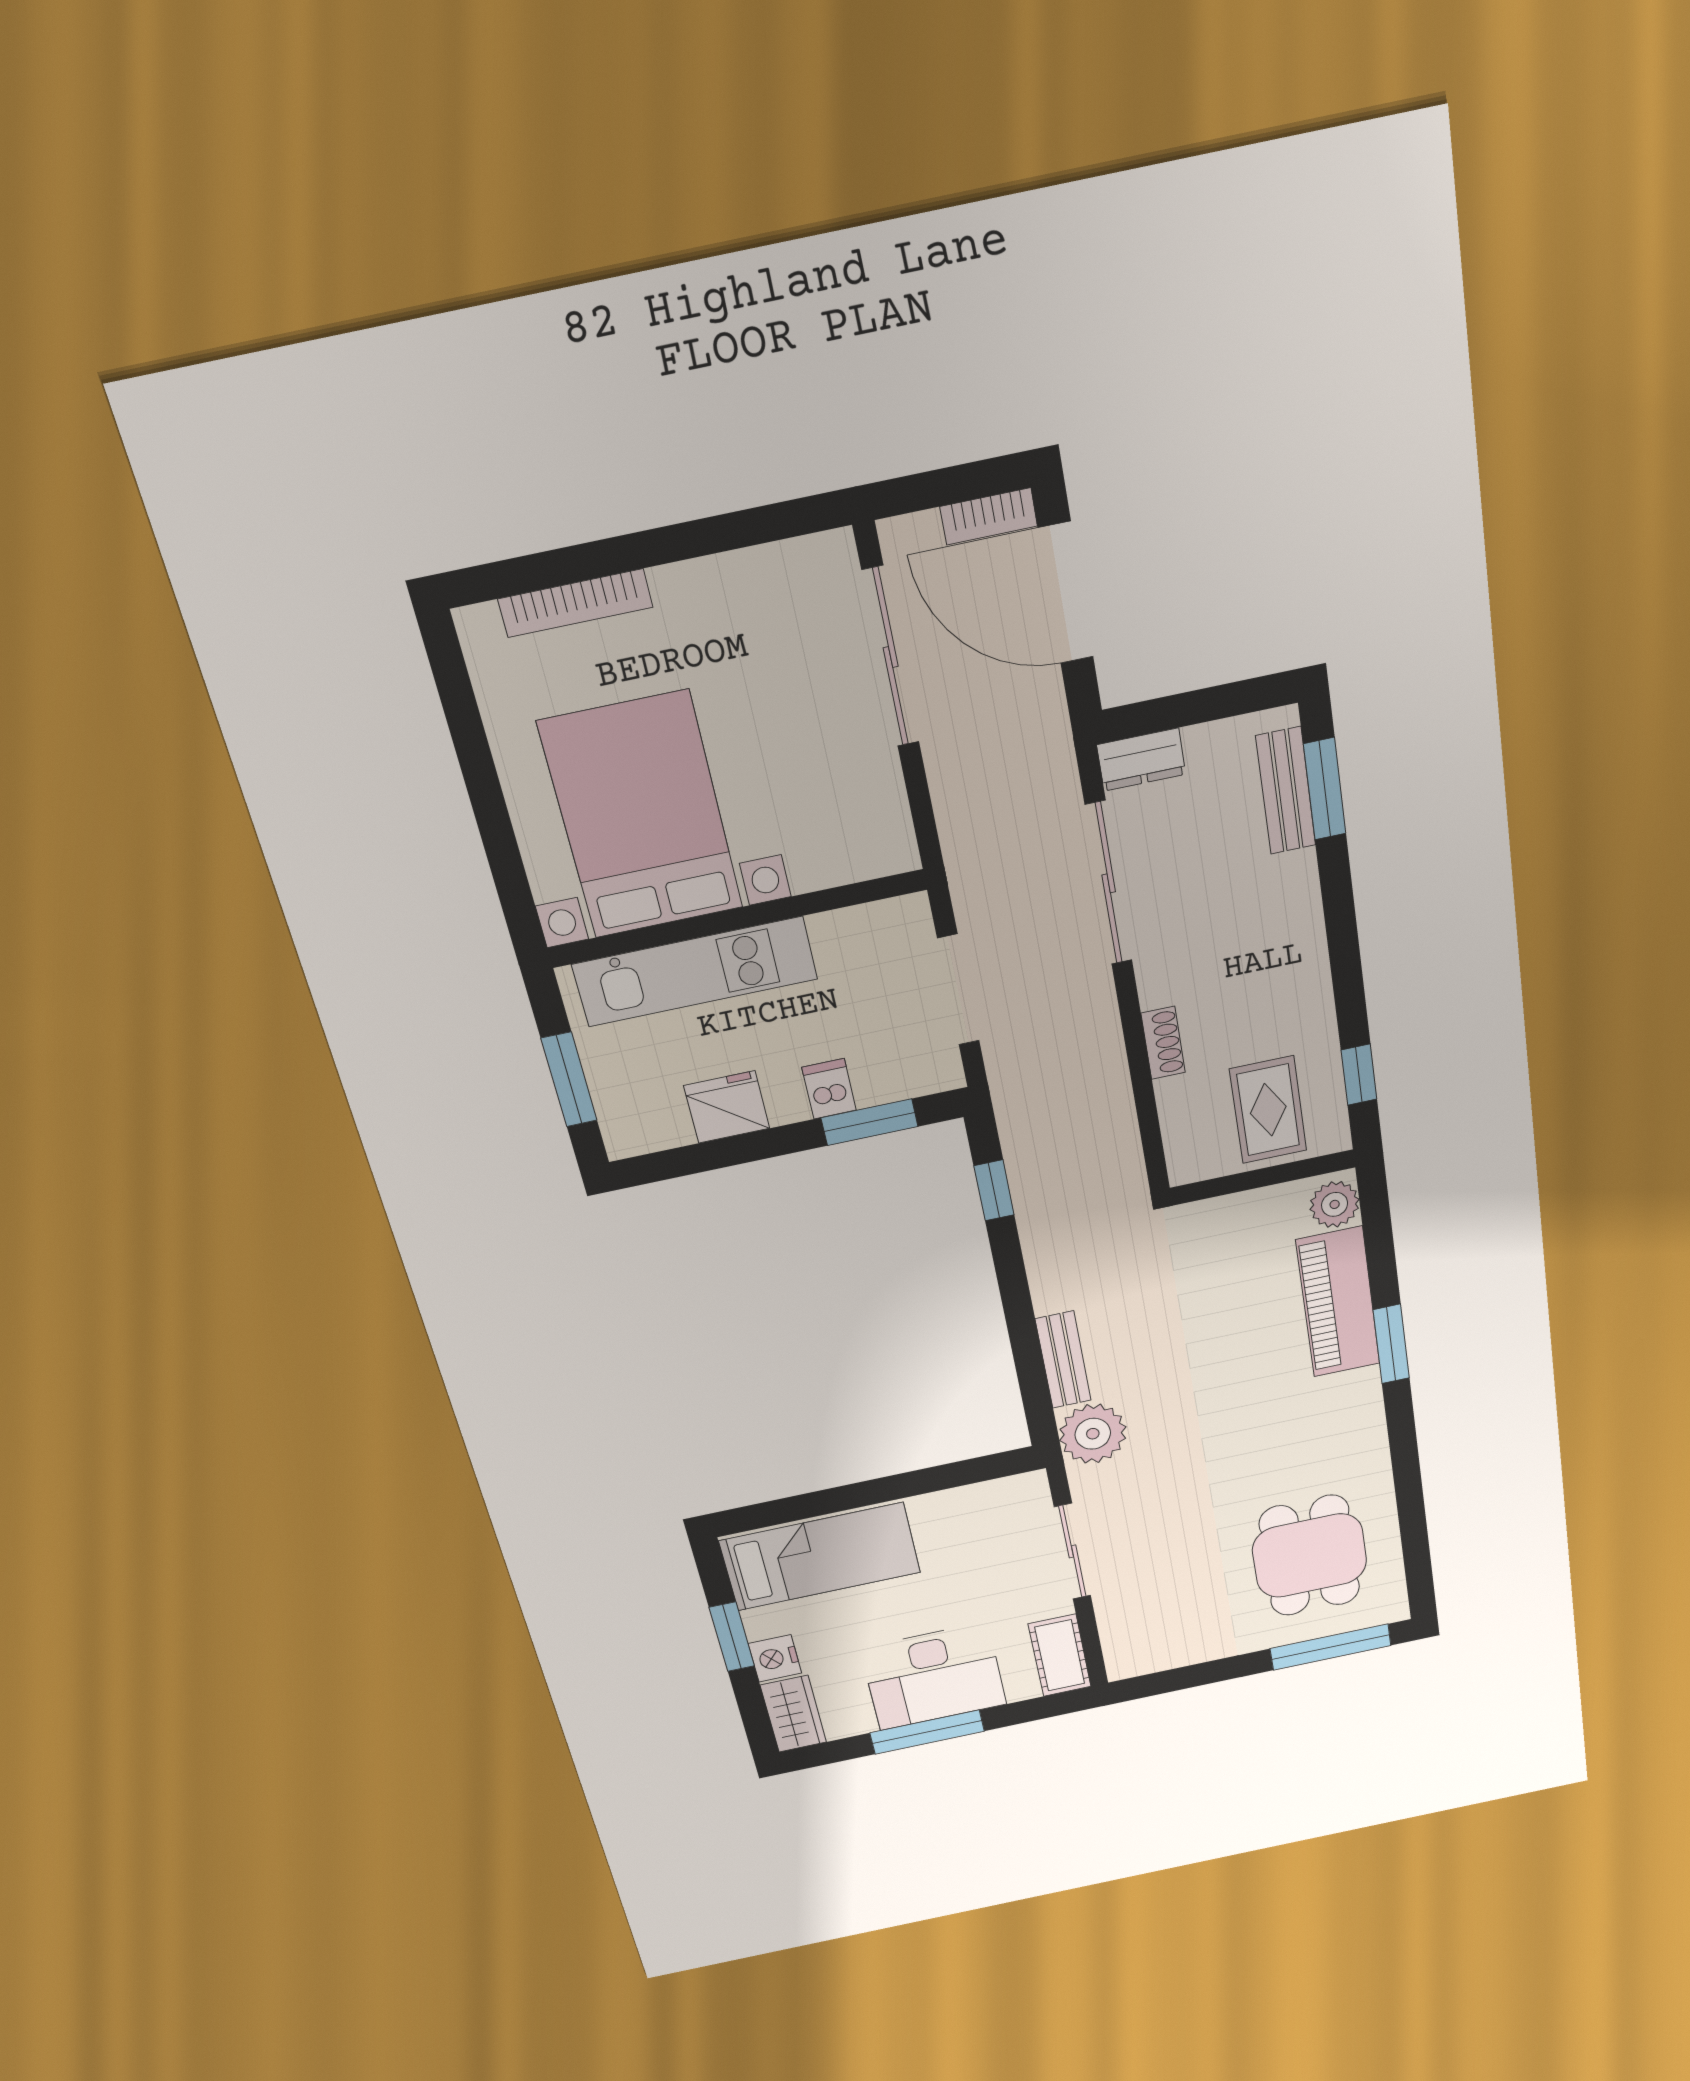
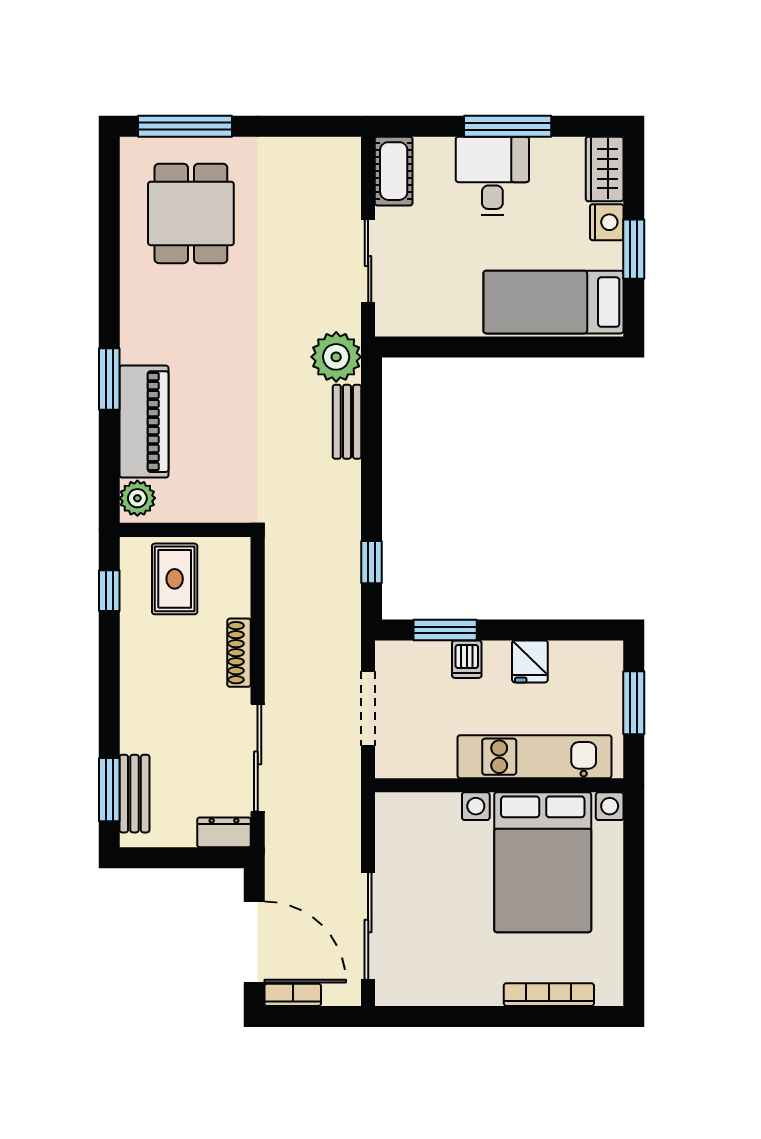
shoe rack: (1163, 1043) -> (239, 653), width x1.43
fridge: (727, 1107) -> (530, 661), width x0.72
desk: (934, 1677) -> (492, 176), width x0.73

